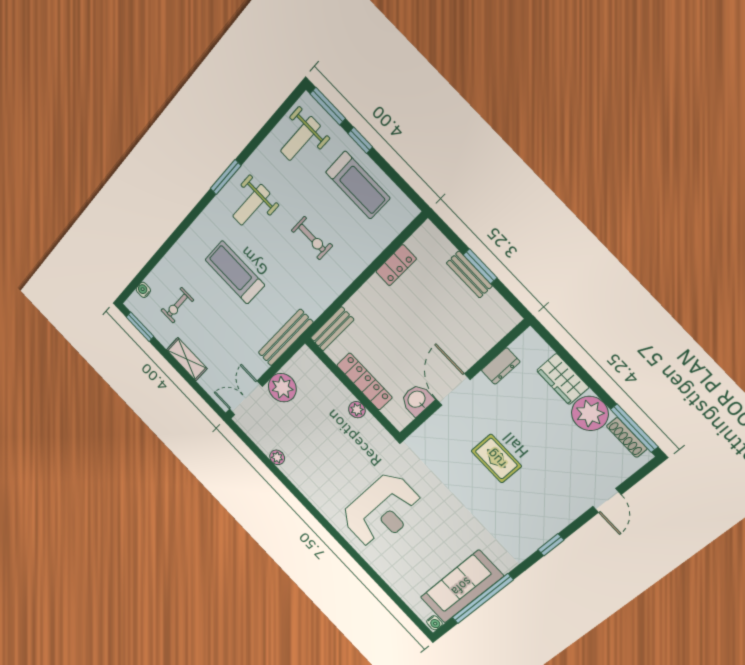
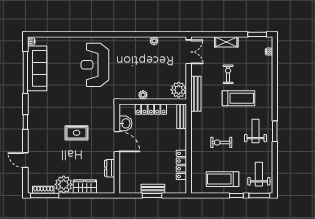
locker: (396, 265) -> (181, 165), width x1.53
exercise bike: (177, 305) -> (228, 74), moved
plant: (282, 388) -> (179, 90), moved

